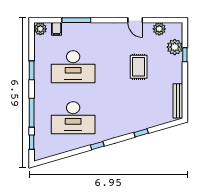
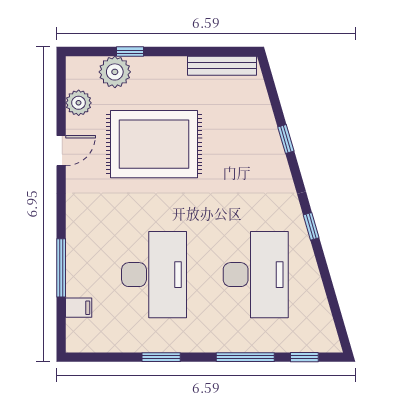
plant: (40, 29) -> (78, 340), removed
rug: (139, 67) -> (154, 144), width x1.86, depth x2.06

